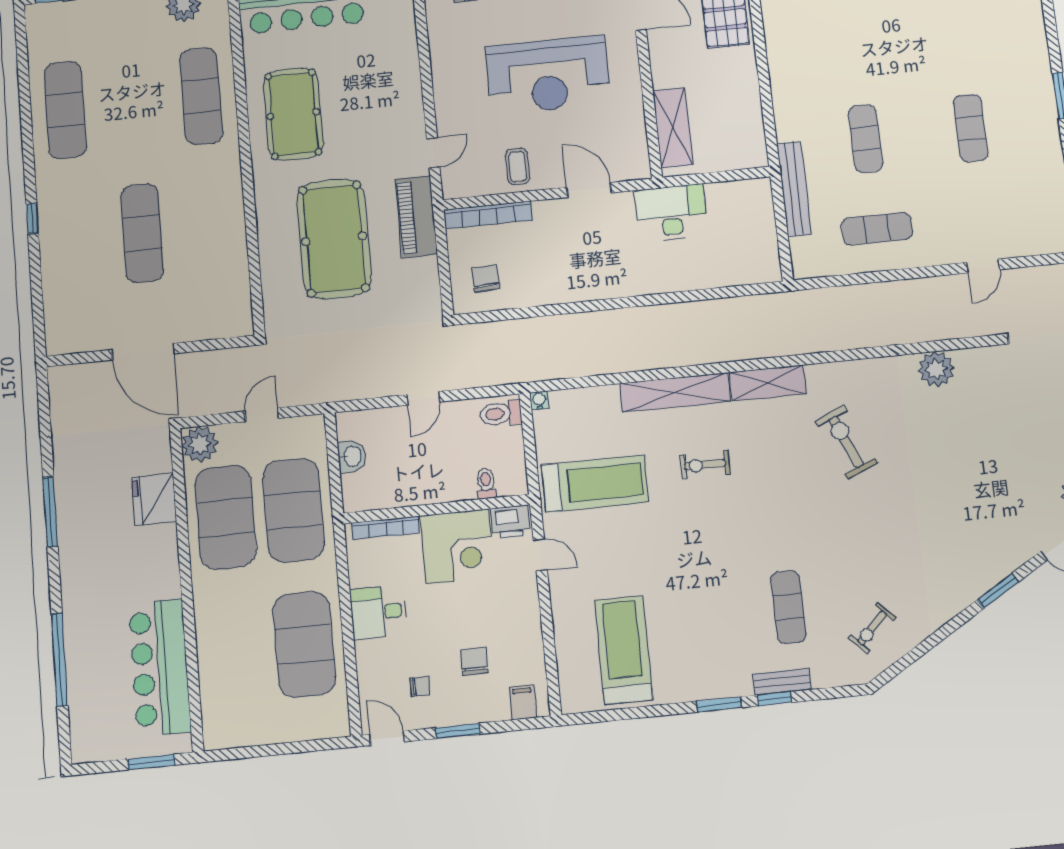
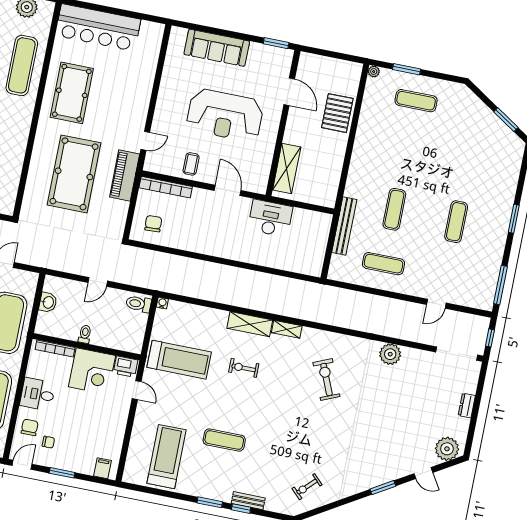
shelving: (768, 383) -> (287, 329), width x0.67, depth x0.75
shelving: (675, 392) -> (250, 324), width x0.68
toilet: (486, 484) -> (85, 334), moved
exercise mat: (788, 607) -> (224, 440), moved, turned 90
chair: (474, 661) -> (30, 427), moved
door: (387, 738) -> (22, 465), hinge flipped

